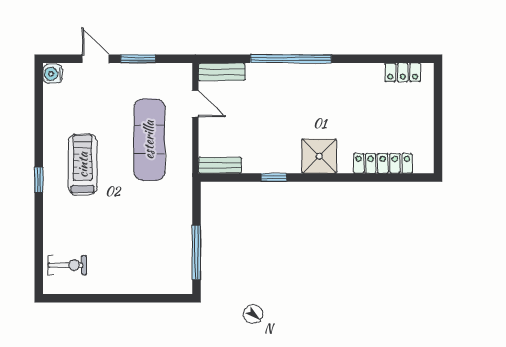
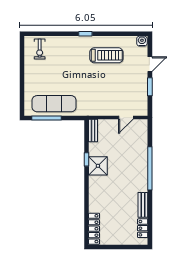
bench: (222, 72) -> (143, 205), moved
exercise mat: (149, 140) -> (54, 104), moved
shower: (319, 156) -> (98, 166), moved
locker: (383, 163) -> (94, 229), moved
treadmill: (83, 165) -> (106, 55), moved

